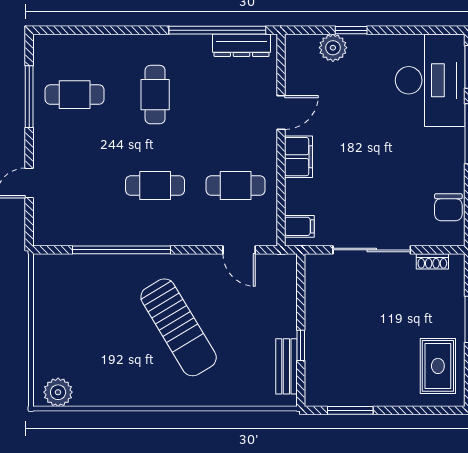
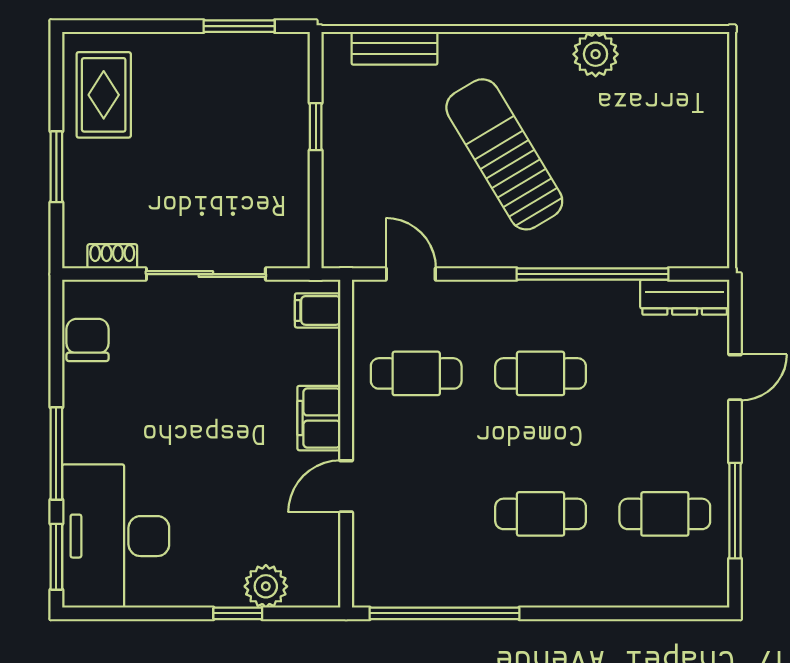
dresser: (241, 45) -> (685, 297), moved, turned 180
cafe table: (155, 95) -> (541, 514), turned 90
bench: (286, 366) -> (394, 48), moved, turned 90
plant: (58, 392) -> (596, 54), moved

